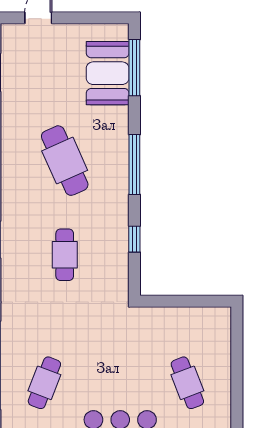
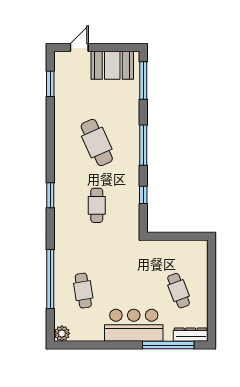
booth: (108, 73) -> (112, 65), moved, turned 90
cafe table: (44, 383) -> (83, 291), turned -30

